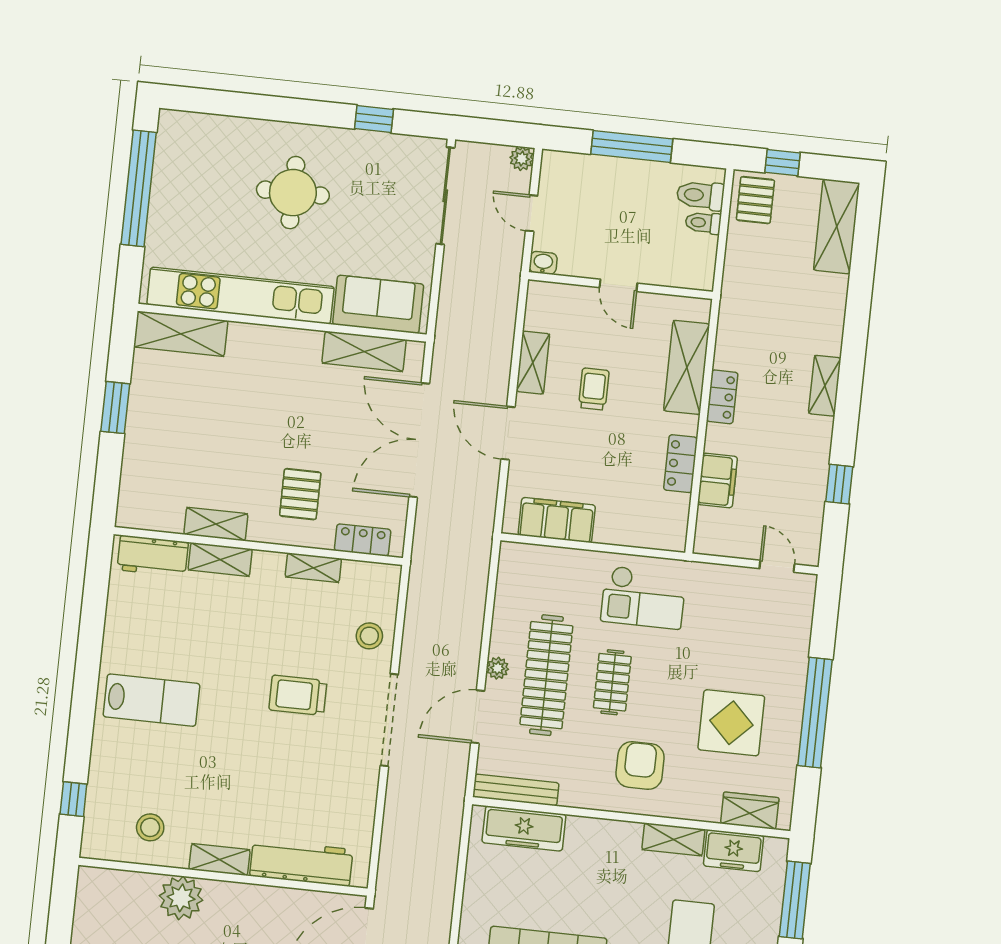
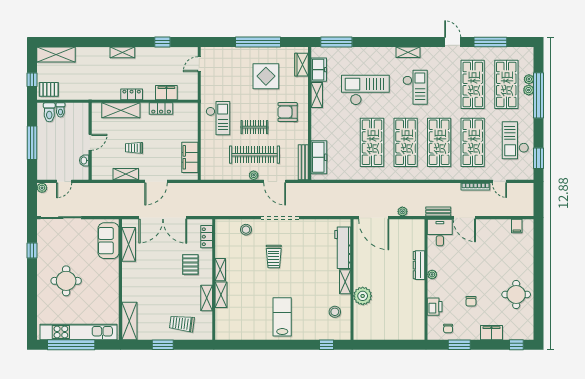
washbasin: (543, 263) -> (84, 160), moved
kitchen unit: (240, 296) -> (79, 332), moved, turned 90
trolley: (161, 459) -> (182, 324), added
pallet: (300, 494) -> (190, 264), turned 90
workbench: (153, 556) -> (223, 323), removed
shelving: (313, 568) -> (220, 270), moved

